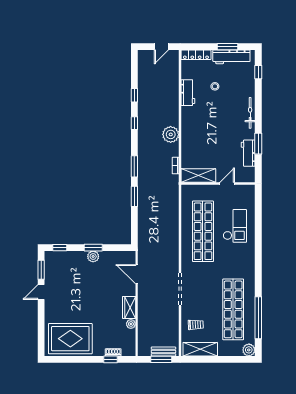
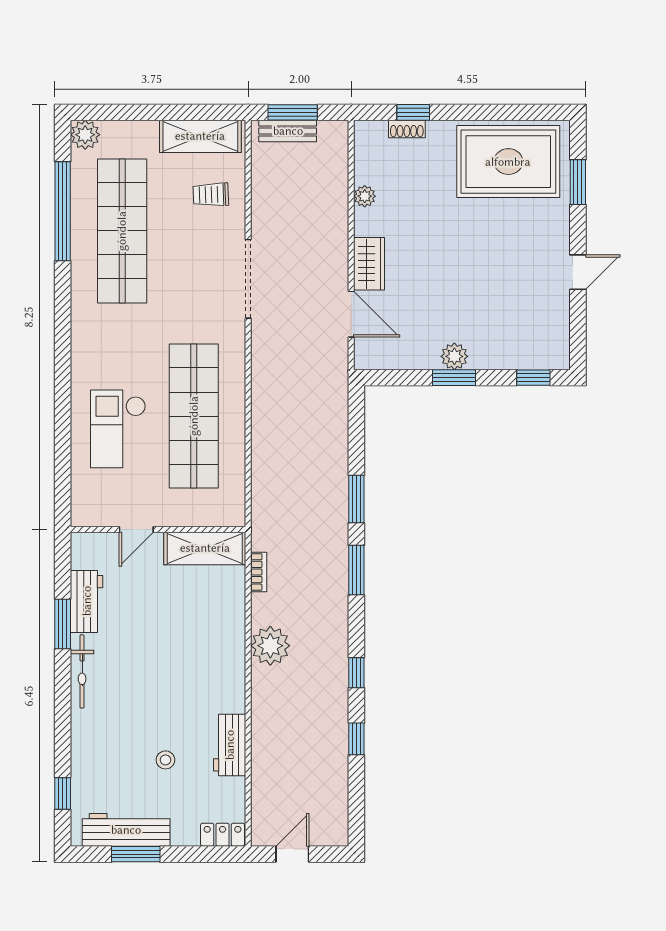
locker: (196, 55) -> (223, 835), width x0.66
bicycle: (250, 113) -> (82, 671), moved
window: (41, 270) -> (578, 182), moved
wardrobe: (129, 307) -> (369, 264), moved

